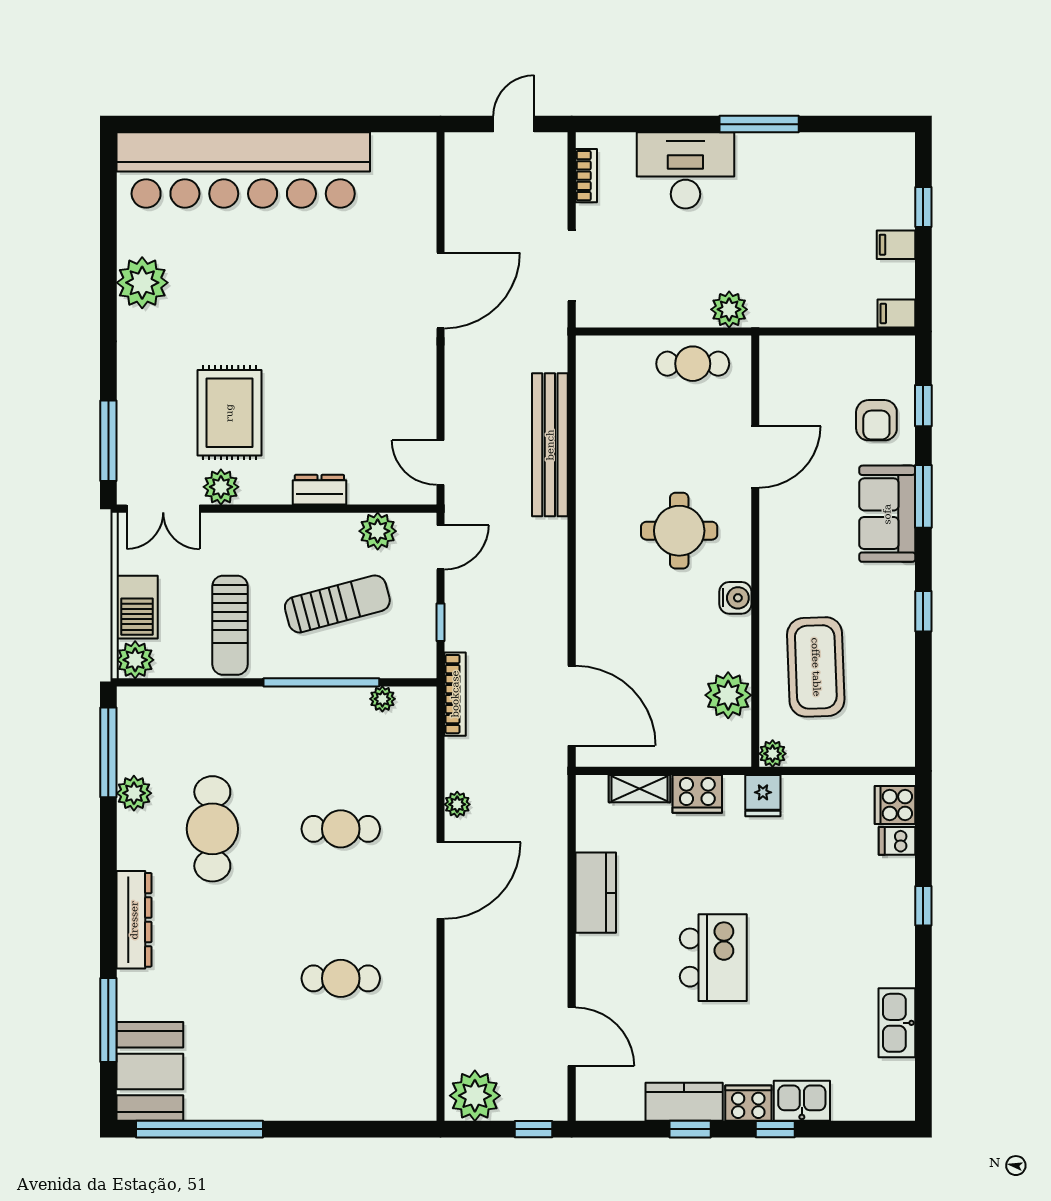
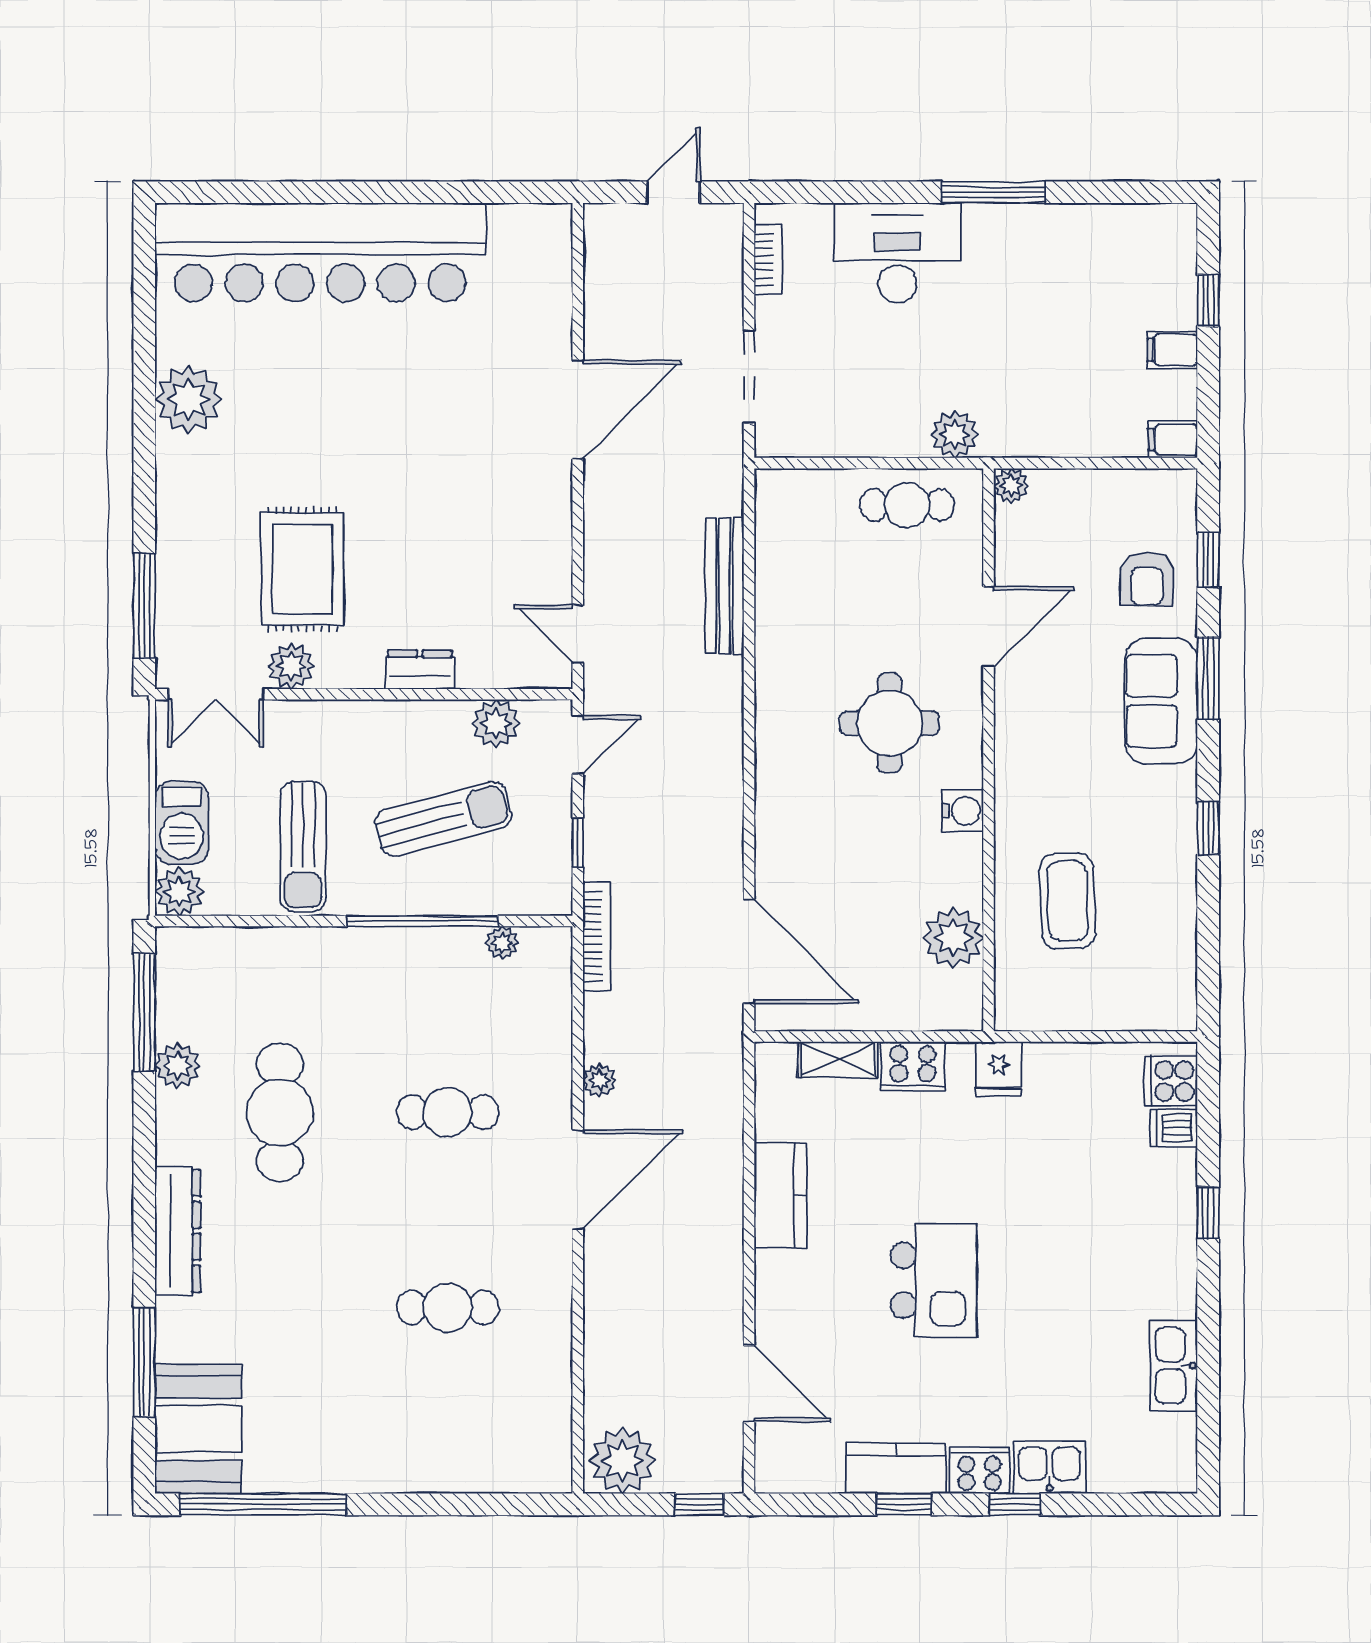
bench: (550, 445) -> (725, 586), width x0.73, depth x0.82
coffee table: (816, 667) -> (1068, 901), width x0.73, depth x0.76
plant: (773, 754) -> (1011, 486), moved

